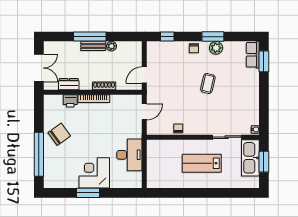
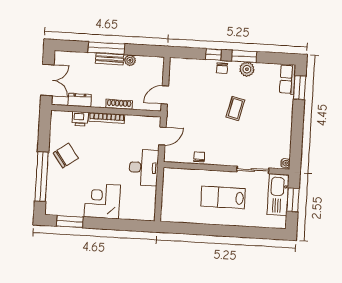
window: (167, 37) -> (213, 54), moved
desk: (129, 155) -> (144, 167), moved
window: (88, 193) -> (70, 222), moved

